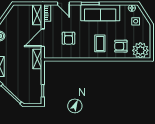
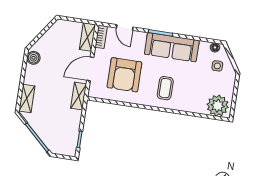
armchair: (69, 38) -> (124, 75), width x1.88, depth x1.88
armchair: (121, 46) -> (193, 96), removed

